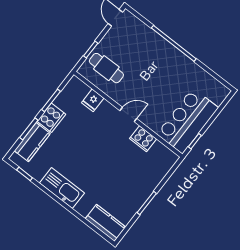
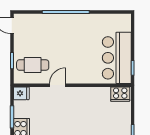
fridge: (93, 100) -> (21, 93), moved, turned -90
door: (128, 115) -> (58, 85), moved
cooker: (143, 139) -> (120, 94), moved

